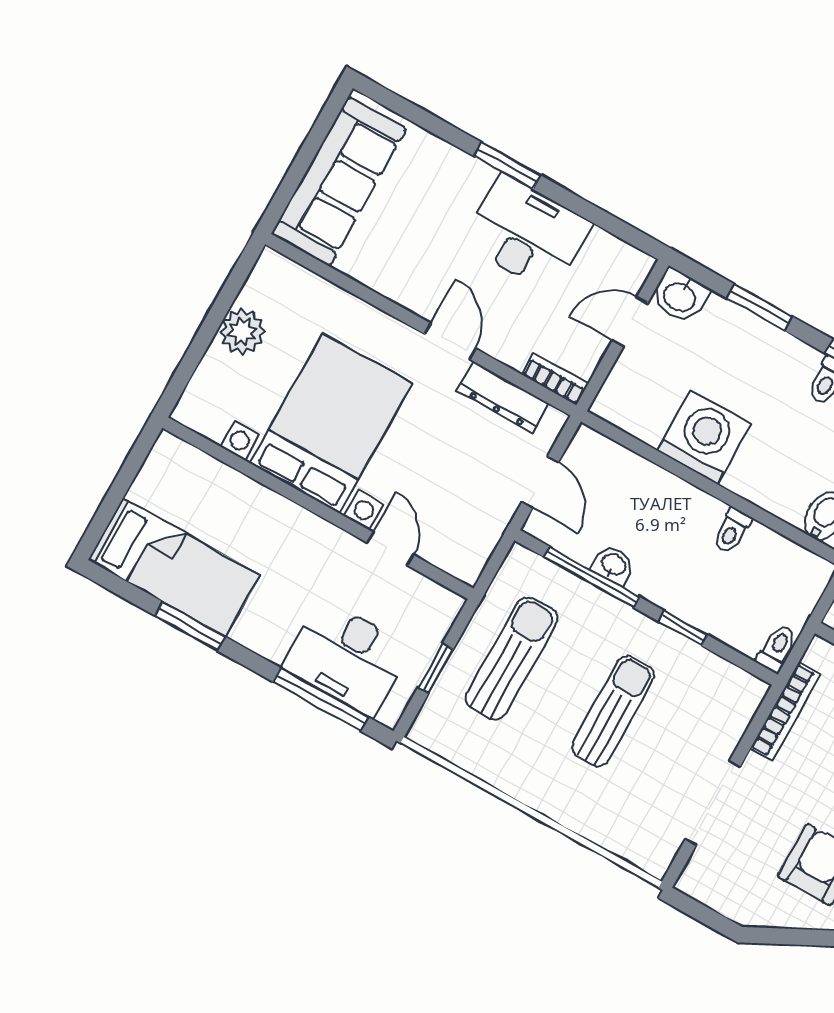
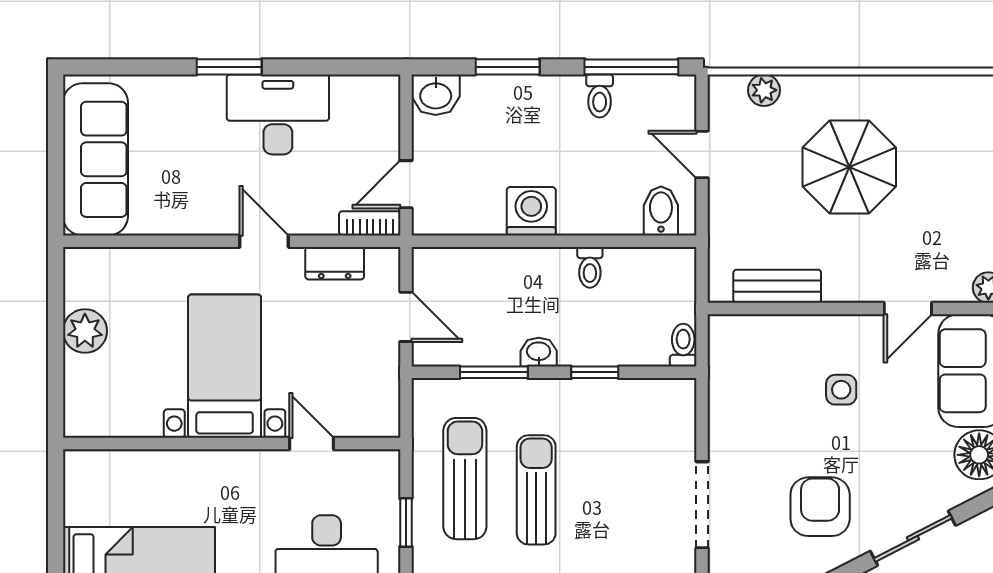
door: (630, 322) -> (406, 184), moved
dresser: (503, 397) -> (335, 263), width x0.70
bed with nightstands: (331, 423) -> (225, 366), width x0.73
washing machine: (704, 437) -> (531, 211), width x0.73, depth x0.73
washbasin: (613, 565) -> (539, 352), moved
window: (592, 577) -> (494, 372), width x0.69
sun lounger: (613, 711) -> (536, 490), moved
bookcase: (785, 712) -> (720, 394), removed

